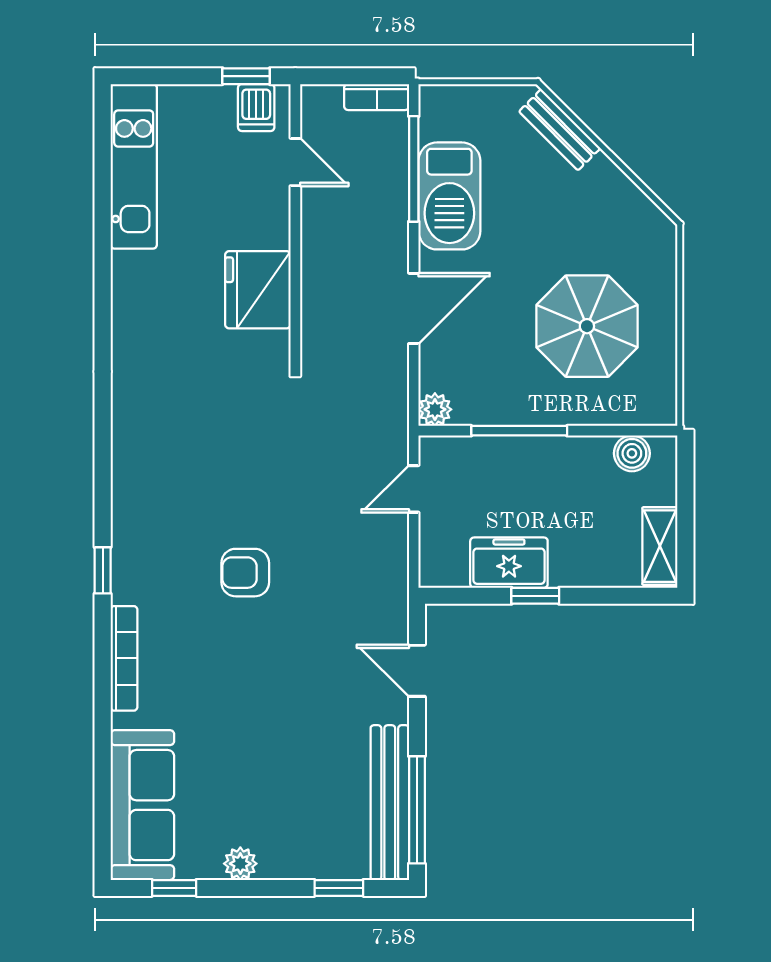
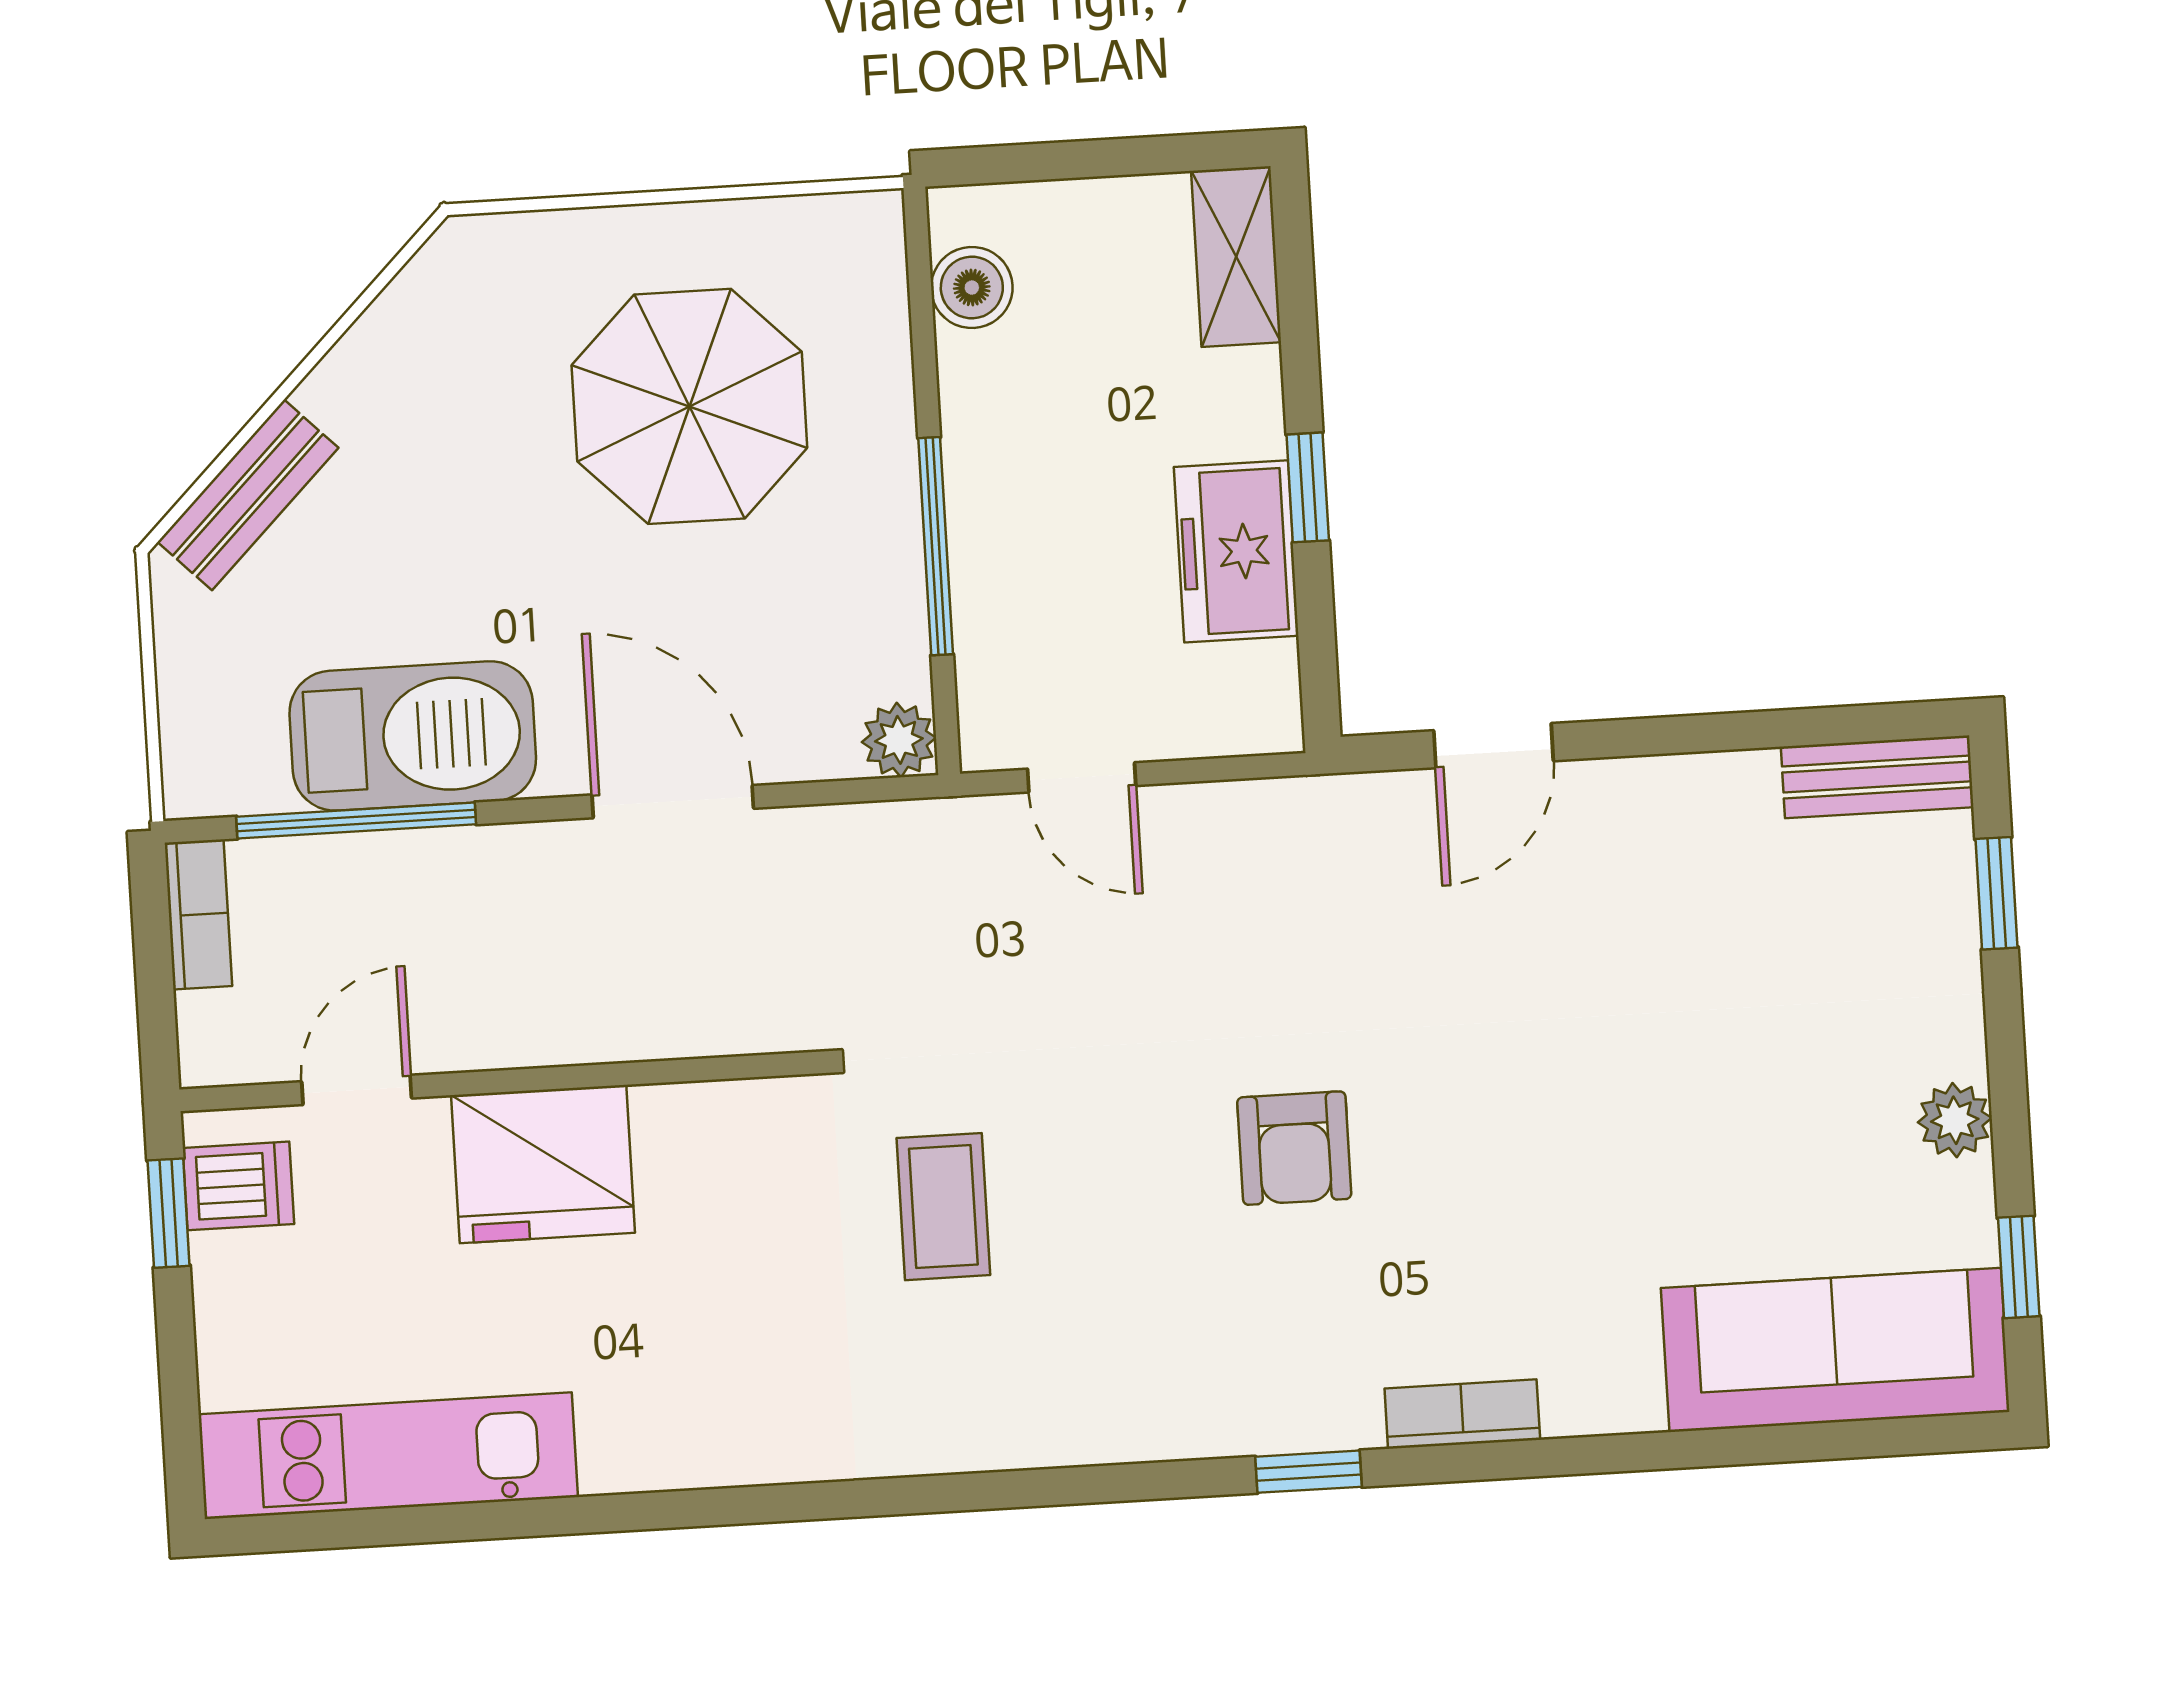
fridge: (258, 290) -> (543, 1164), moved
coffee table: (229, 417) -> (943, 1207), added
shelving: (660, 546) -> (1236, 257), moved, turned 90
bookcase: (124, 658) -> (1462, 1414), width x0.64
bench: (390, 803) -> (1877, 777), width x0.54, depth x0.82
window: (417, 810) -> (1809, 727), removed

